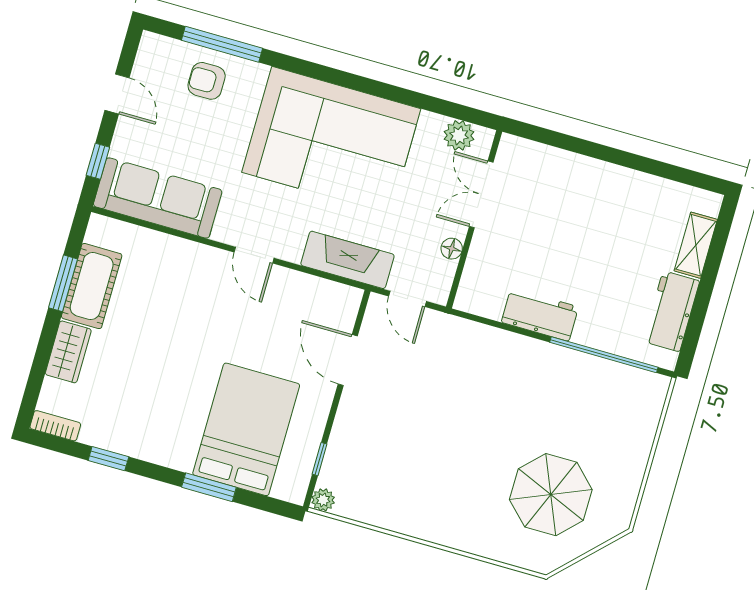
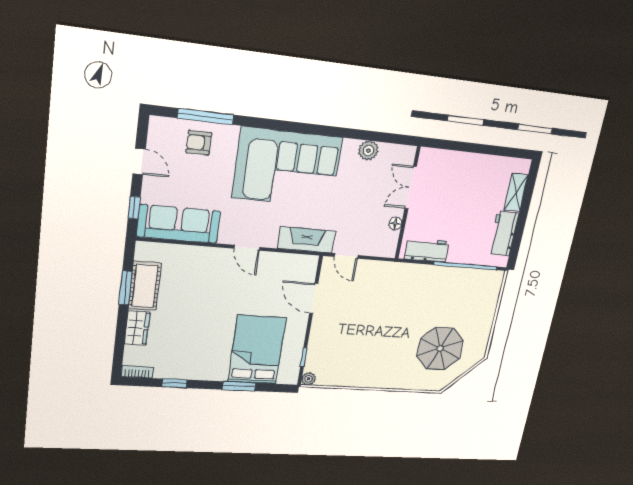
double door: (481, 194) -> (411, 188), moved
wall: (474, 219) -> (407, 203), moved
floor lamp: (452, 249) -> (395, 223), moved

